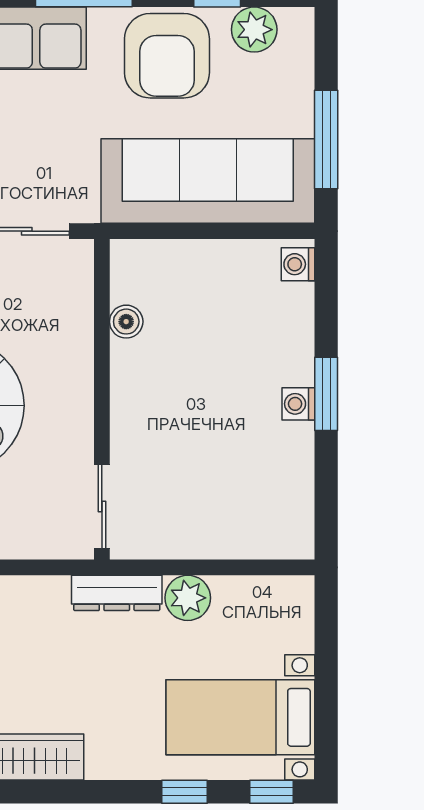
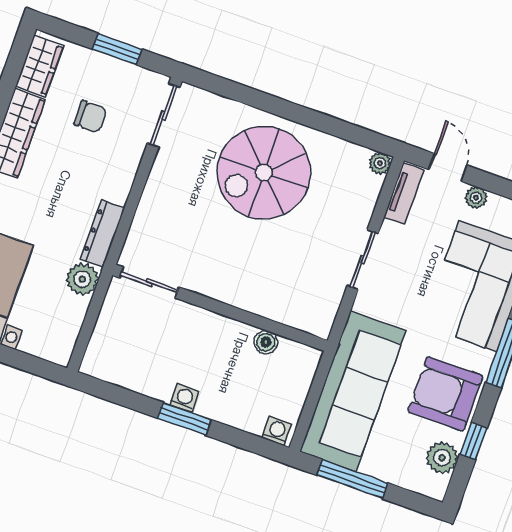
boiler: (126, 322) -> (266, 342), moved
wall: (102, 399) -> (220, 308), moved
sliding door: (102, 507) -> (149, 282), moved

